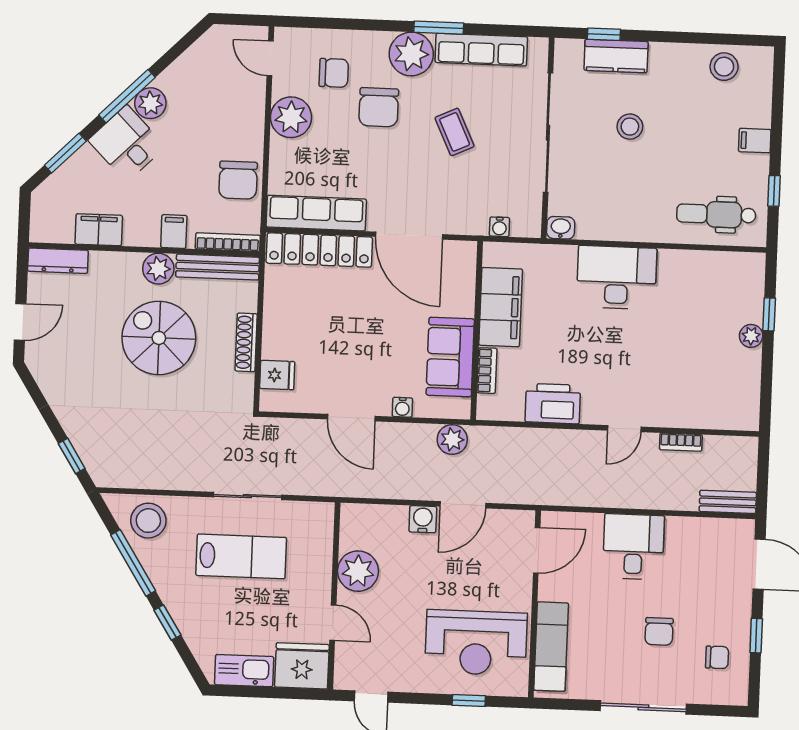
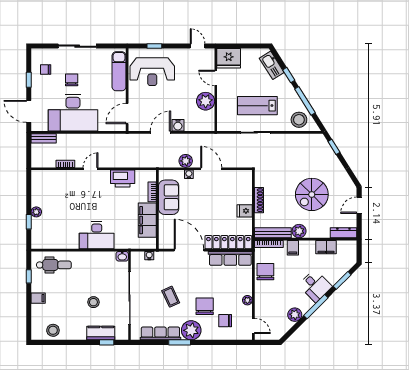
plant: (150, 103) -> (295, 315), moved
plant: (291, 117) -> (247, 300), width x0.53, depth x0.53
spiral stairs: (159, 338) -> (312, 194), moved, turned 90
fridge: (277, 375) -> (245, 211), moved
plant: (452, 440) -> (186, 161), moved
desk: (633, 547) -> (73, 113), width x1.87, depth x1.30
reception desk: (476, 643) -> (152, 72), turned 180
kitchen sink: (244, 671) -> (272, 65), moved, turned 58

